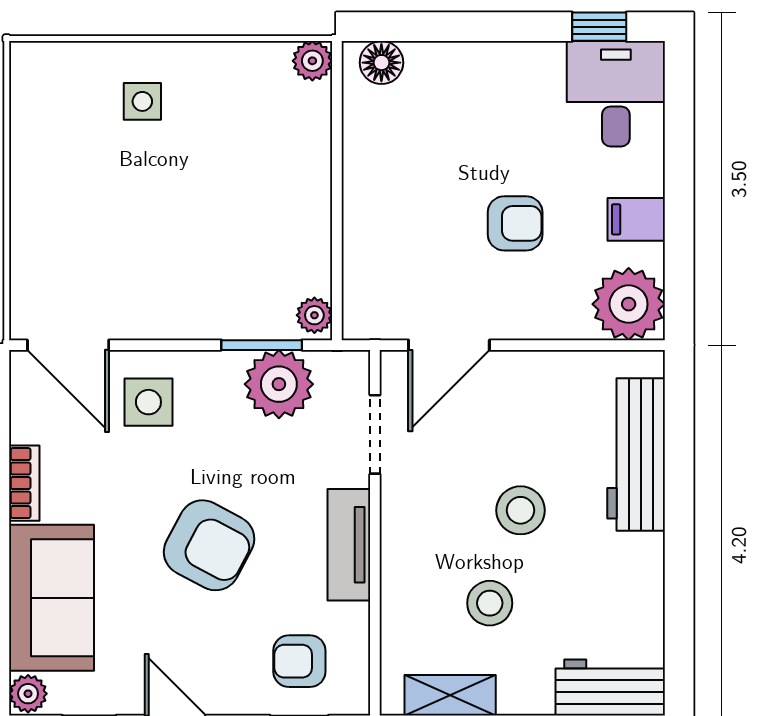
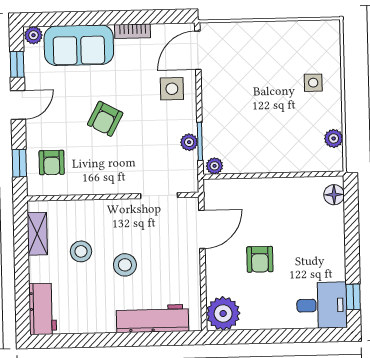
plant: (312, 61) -> (334, 138), moved
filing cabinet: (636, 219) -> (263, 316), removed
door: (449, 345) -> (202, 229), swing flipped
plant: (279, 384) -> (189, 142), width x0.53, depth x0.53
armchair: (209, 545) -> (105, 119), width x0.72, depth x0.72
tv unit: (349, 545) -> (107, 185), removed
armchair: (299, 661) -> (52, 163), turned 180

